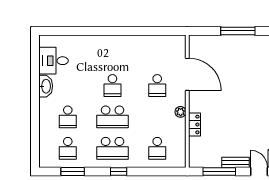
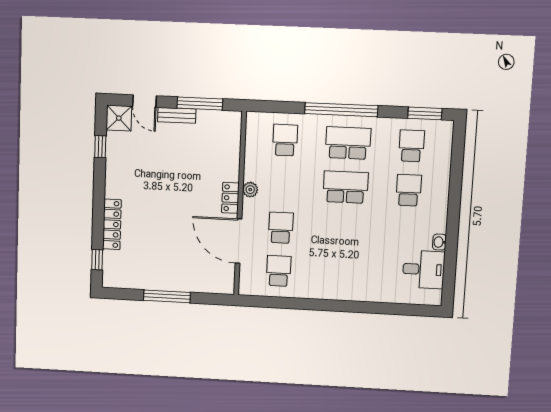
washbasin: (46, 86) -> (439, 242), width x0.52, depth x0.69
school desk: (112, 86) -> (279, 271), moved
locker: (194, 124) -> (230, 198), moved
window: (73, 171) -> (425, 113), moved
window: (119, 171) -> (341, 110), width x3.17

